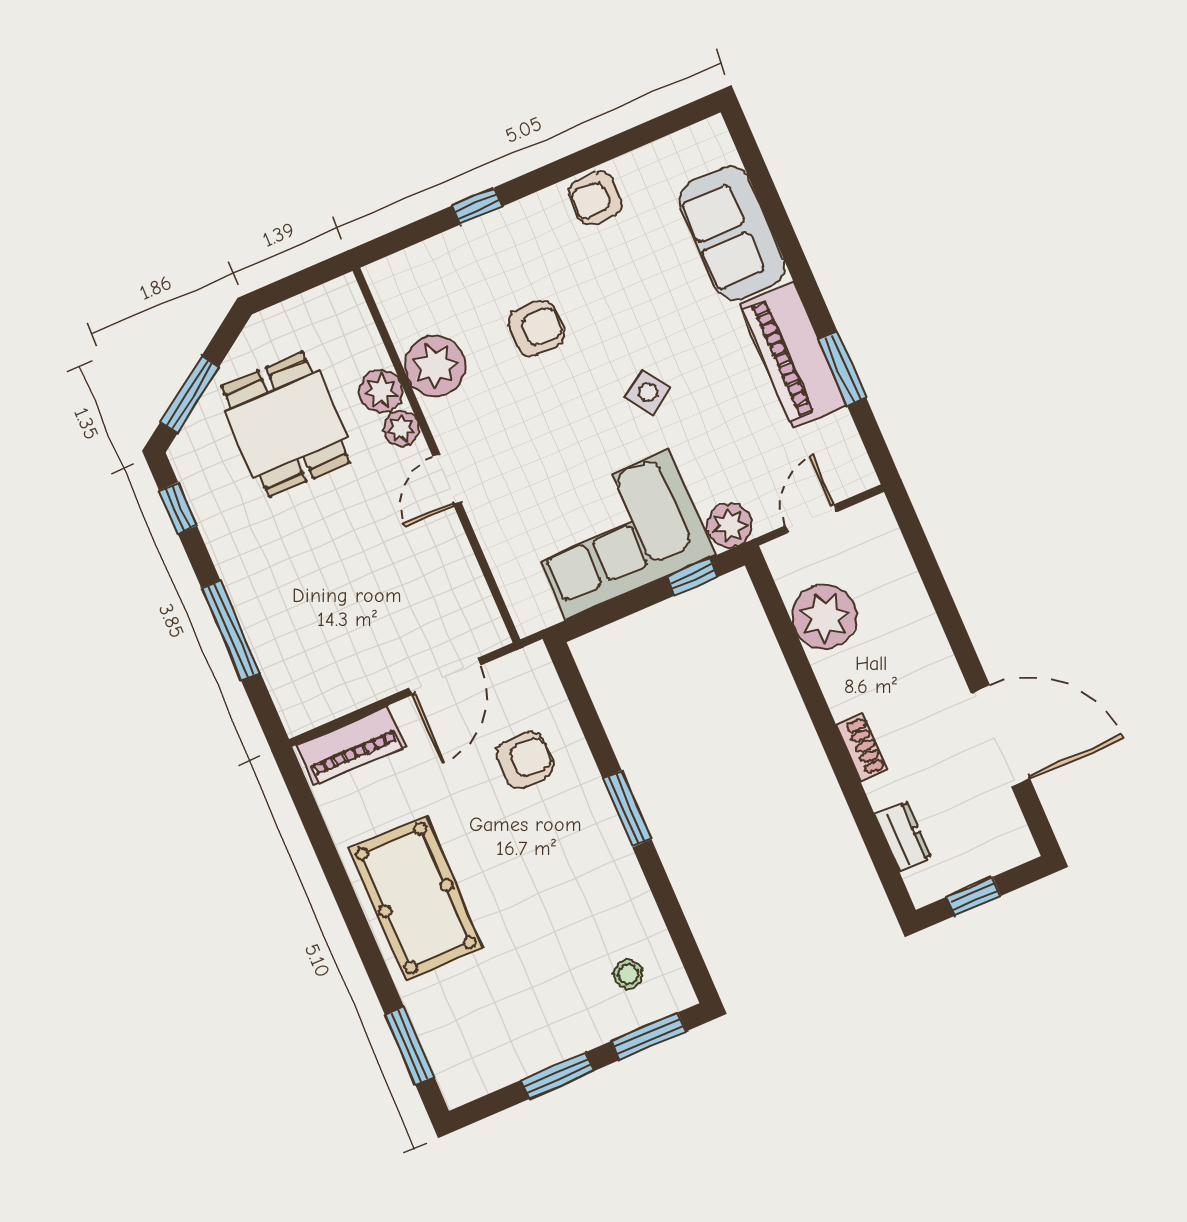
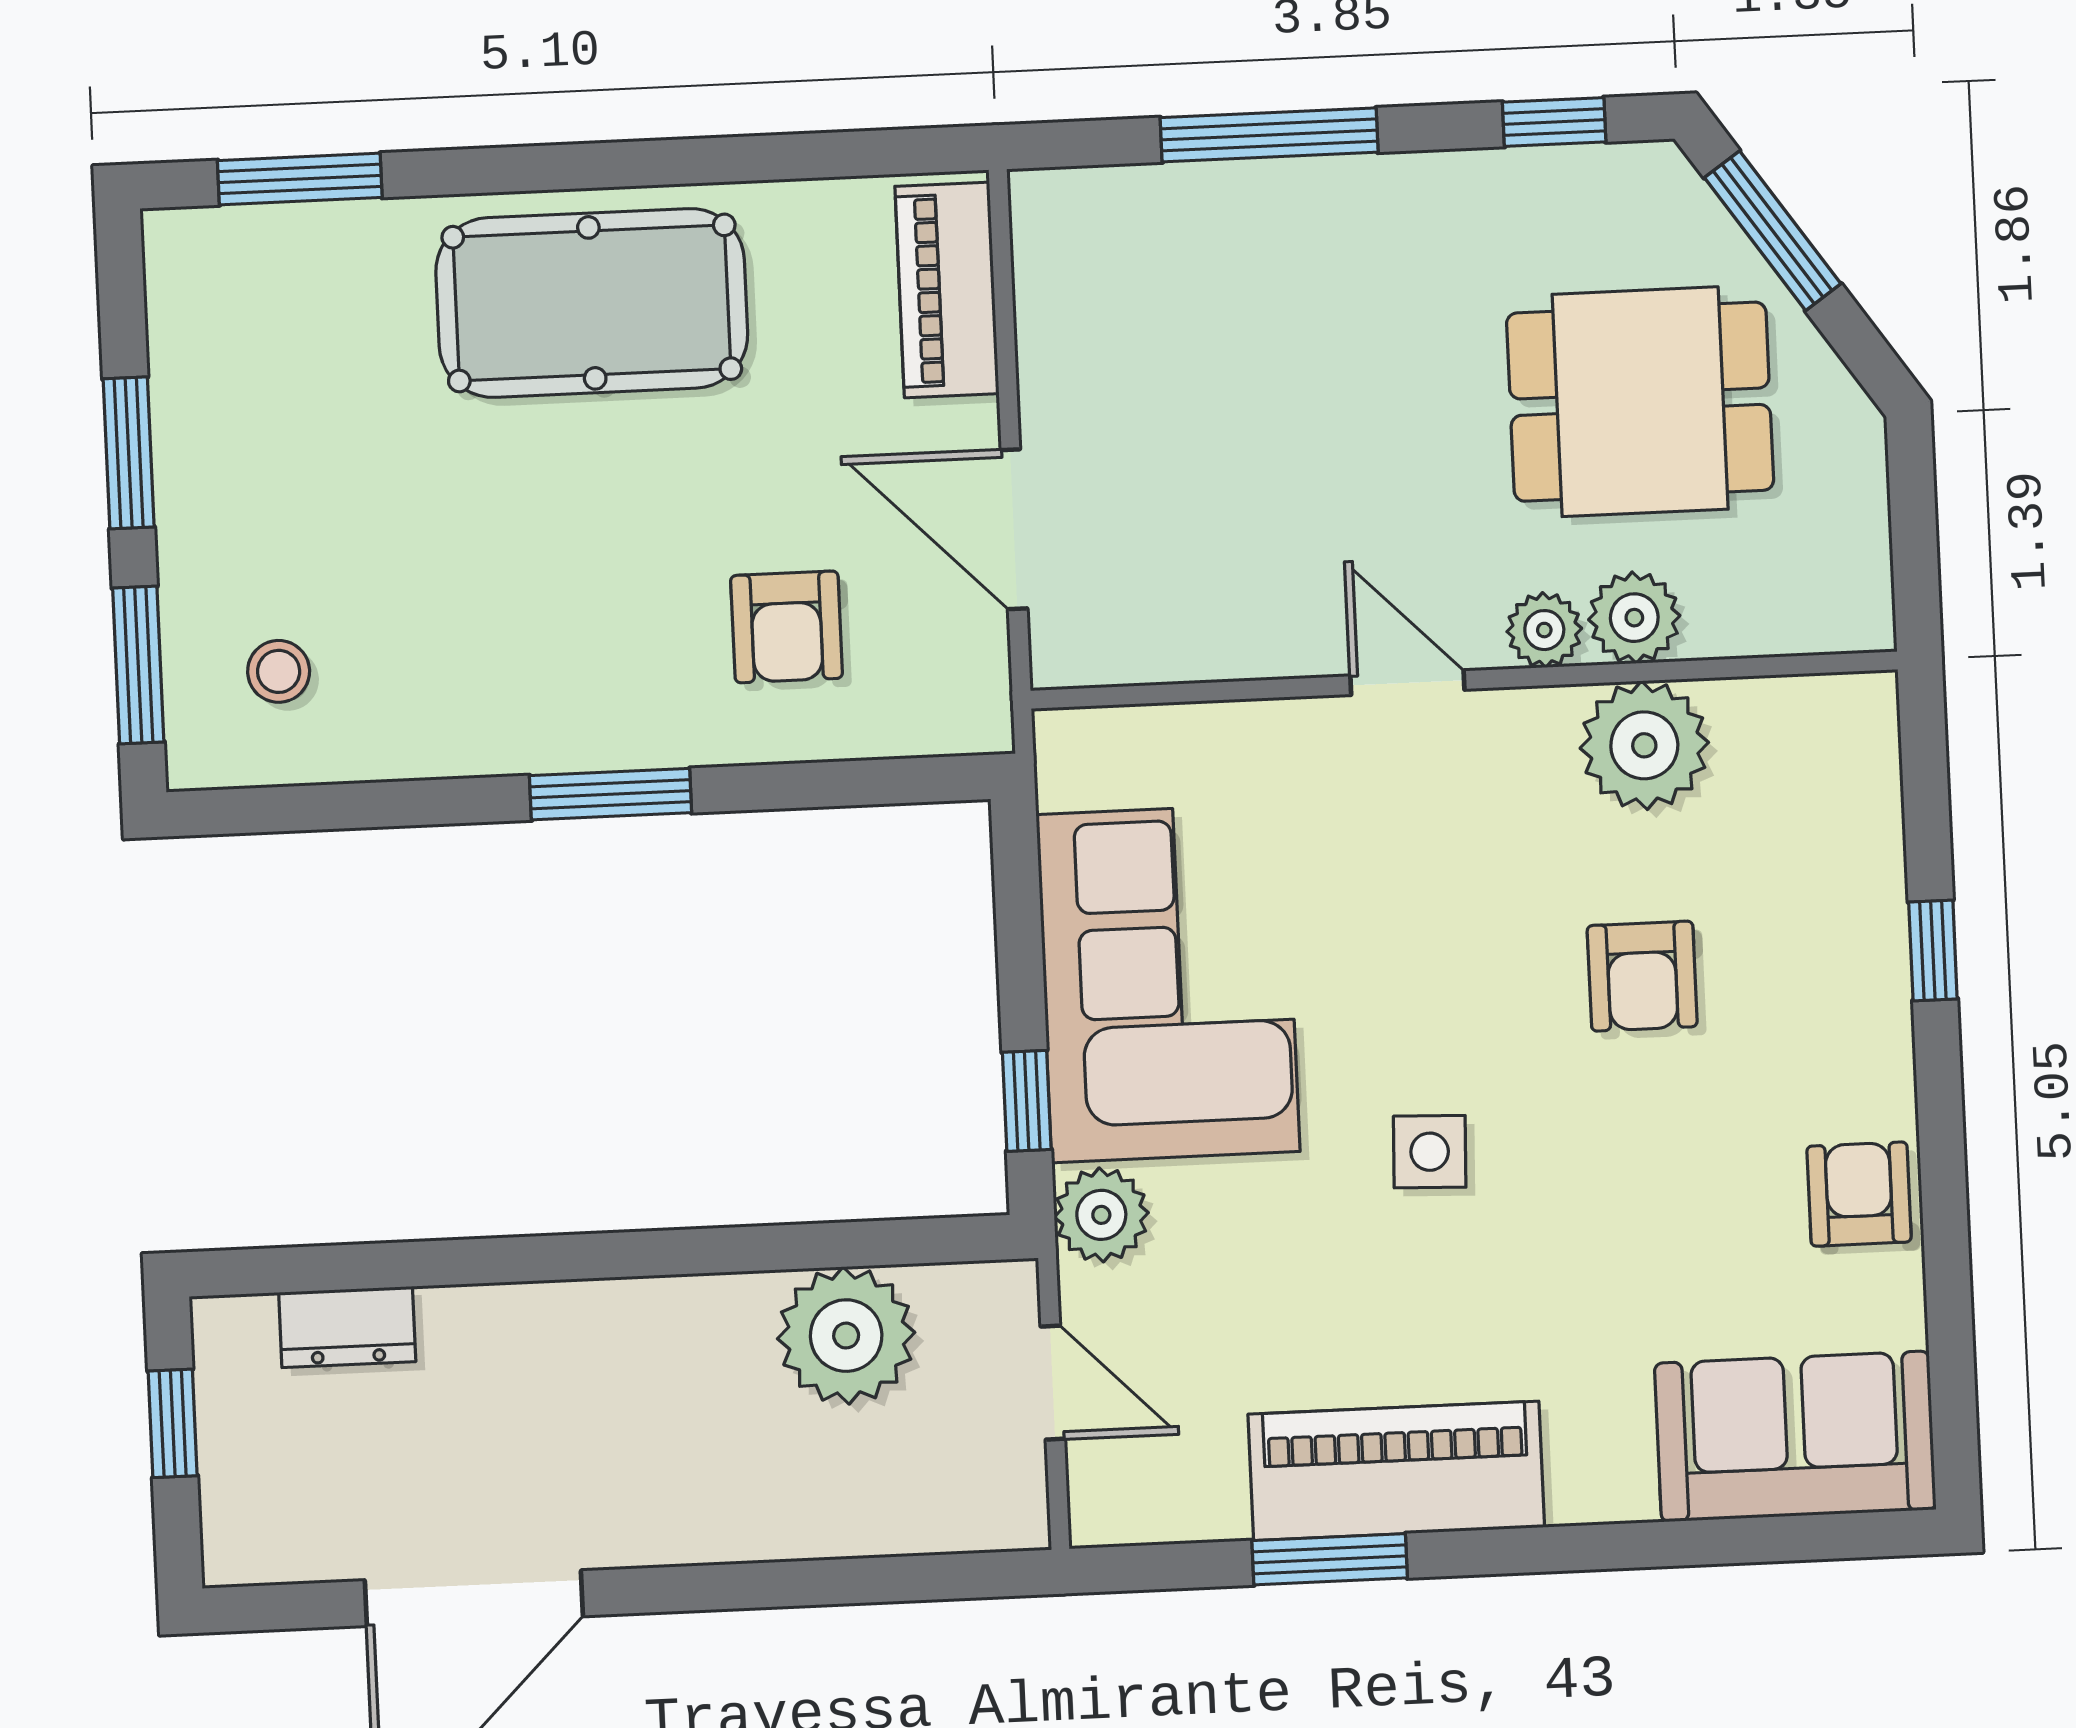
sofa: (732, 233) -> (1795, 1436), moved
side table: (648, 392) -> (1430, 1152), turned 37
shoe rack: (862, 747) -> (556, 1311), removed

